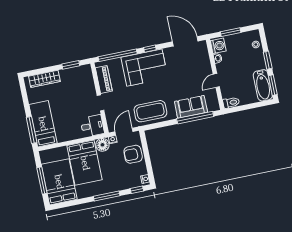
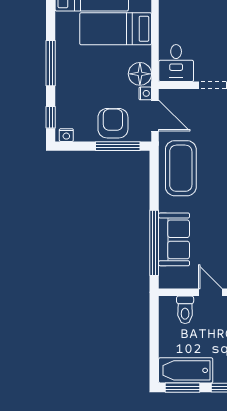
toilet: (231, 103) -> (185, 310), moved
window: (145, 149) -> (118, 146), added
bed: (85, 163) -> (116, 29), width x0.67

